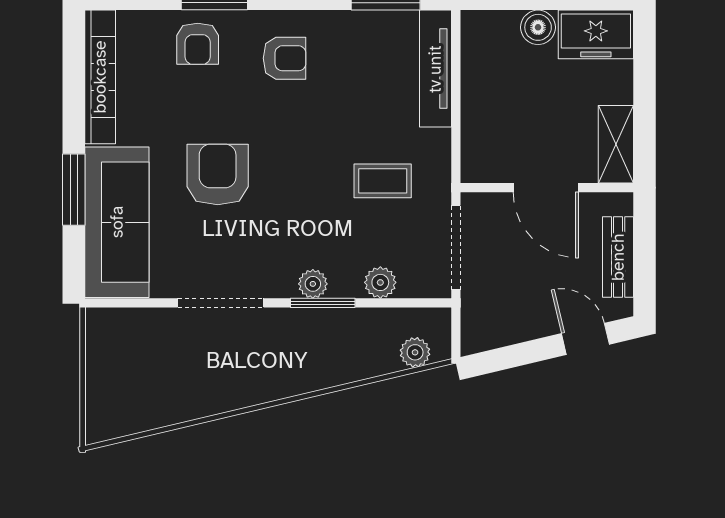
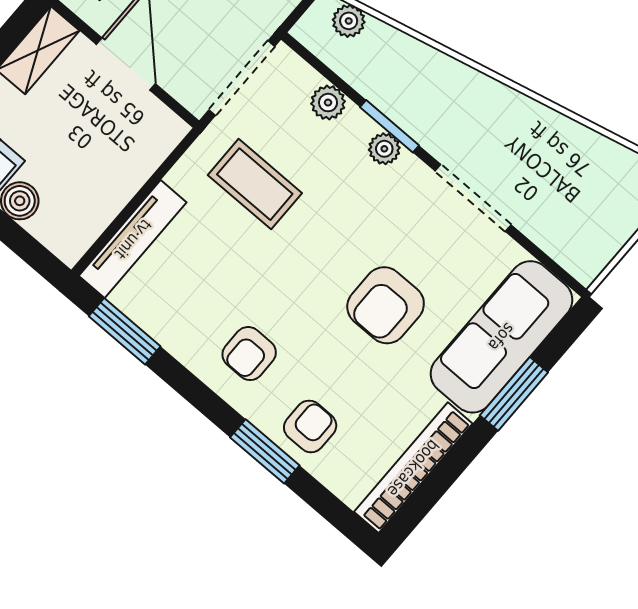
armchair: (284, 58) -> (249, 354), turned -90
coffee table: (383, 181) -> (255, 184), width x1.36, depth x1.30

